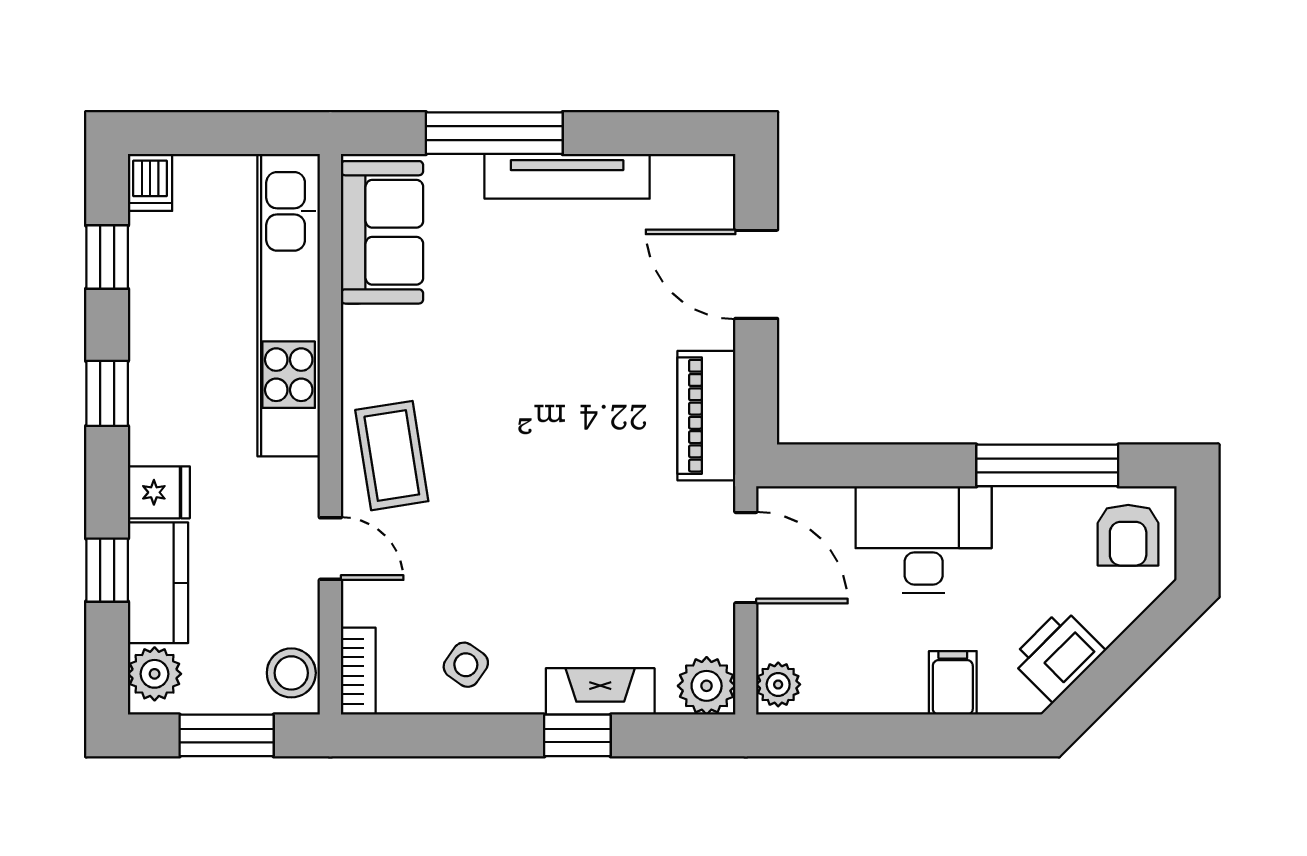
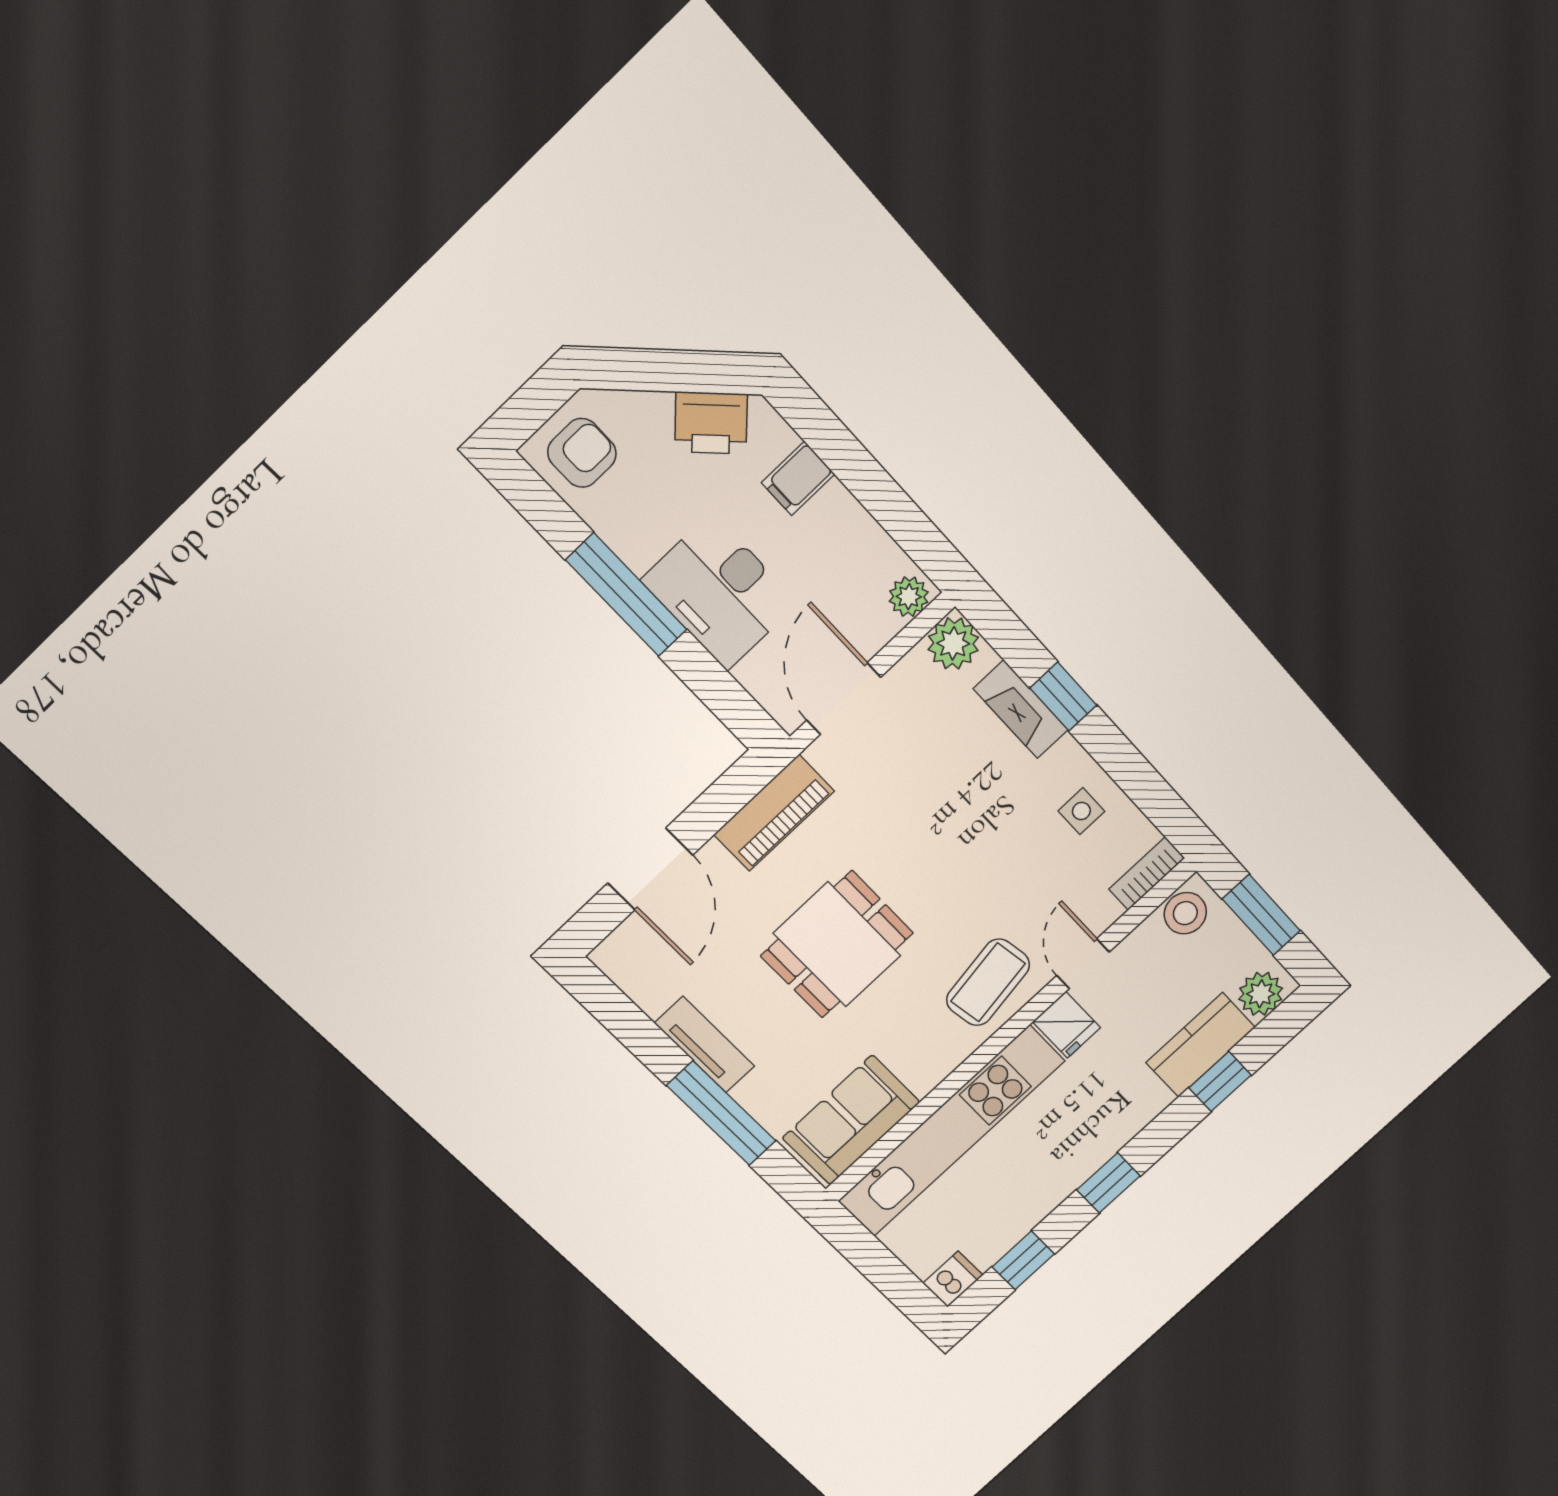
tv unit: (567, 176) -> (705, 1045), width x0.71
dining table: (547, 363) -> (837, 944), added
window: (1047, 465) -> (626, 595), moved
fridge: (159, 492) -> (1067, 1025), moved, turned 180
side table: (466, 665) -> (1081, 811), turned -35

